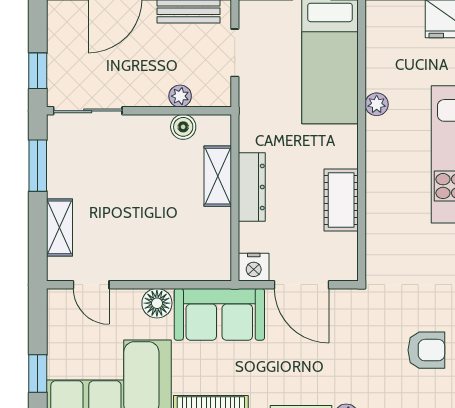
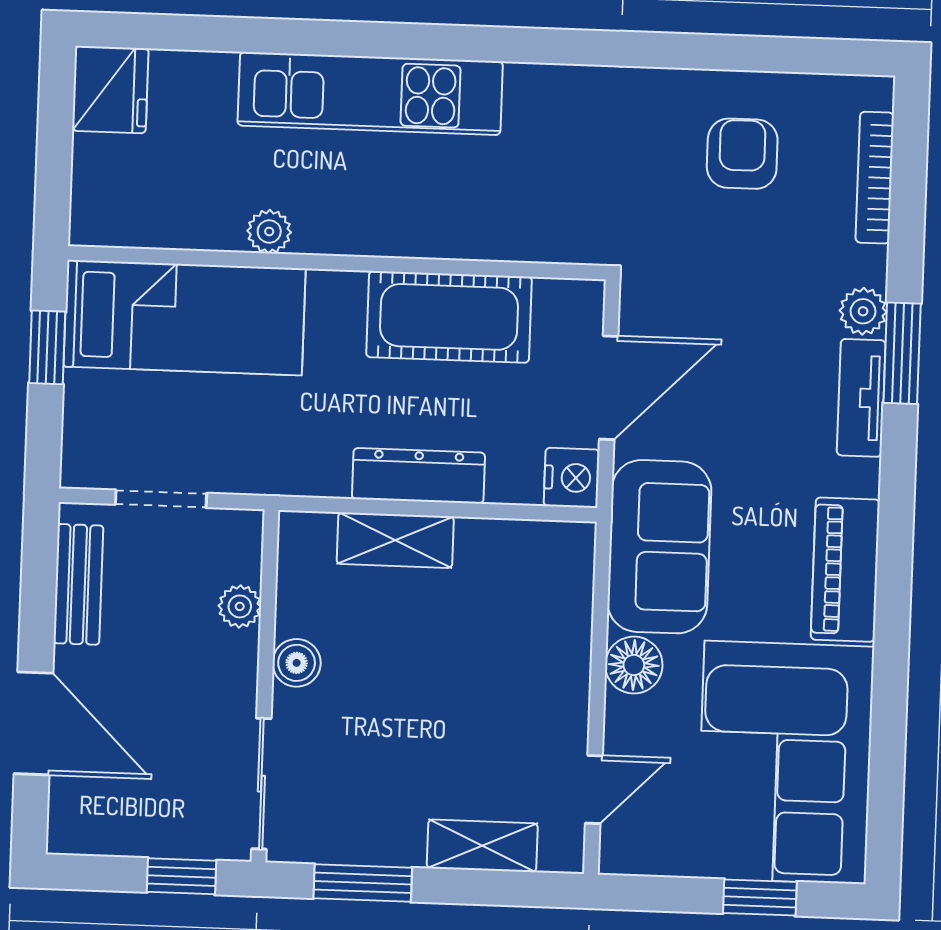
boiler: (183, 127) -> (297, 663), moved
cot: (341, 200) -> (449, 317), width x1.37, depth x1.34

